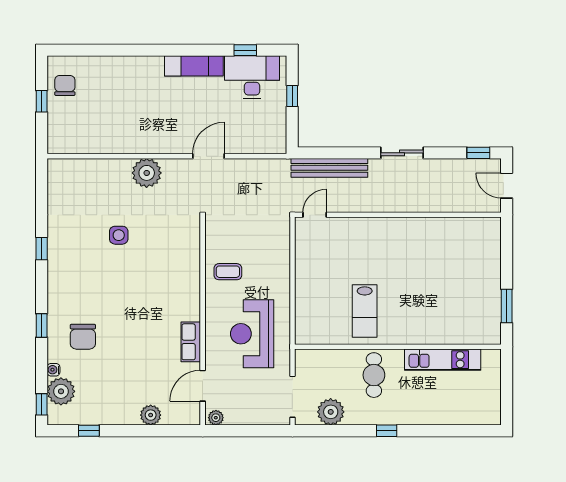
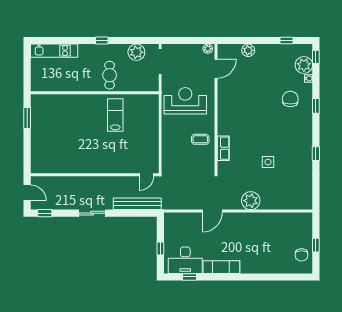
reception desk: (252, 334) -> (185, 101), turned -90
row of seats: (191, 342) -> (223, 148), moved
kitchen unit: (443, 360) -> (54, 51), moved, turned 180

